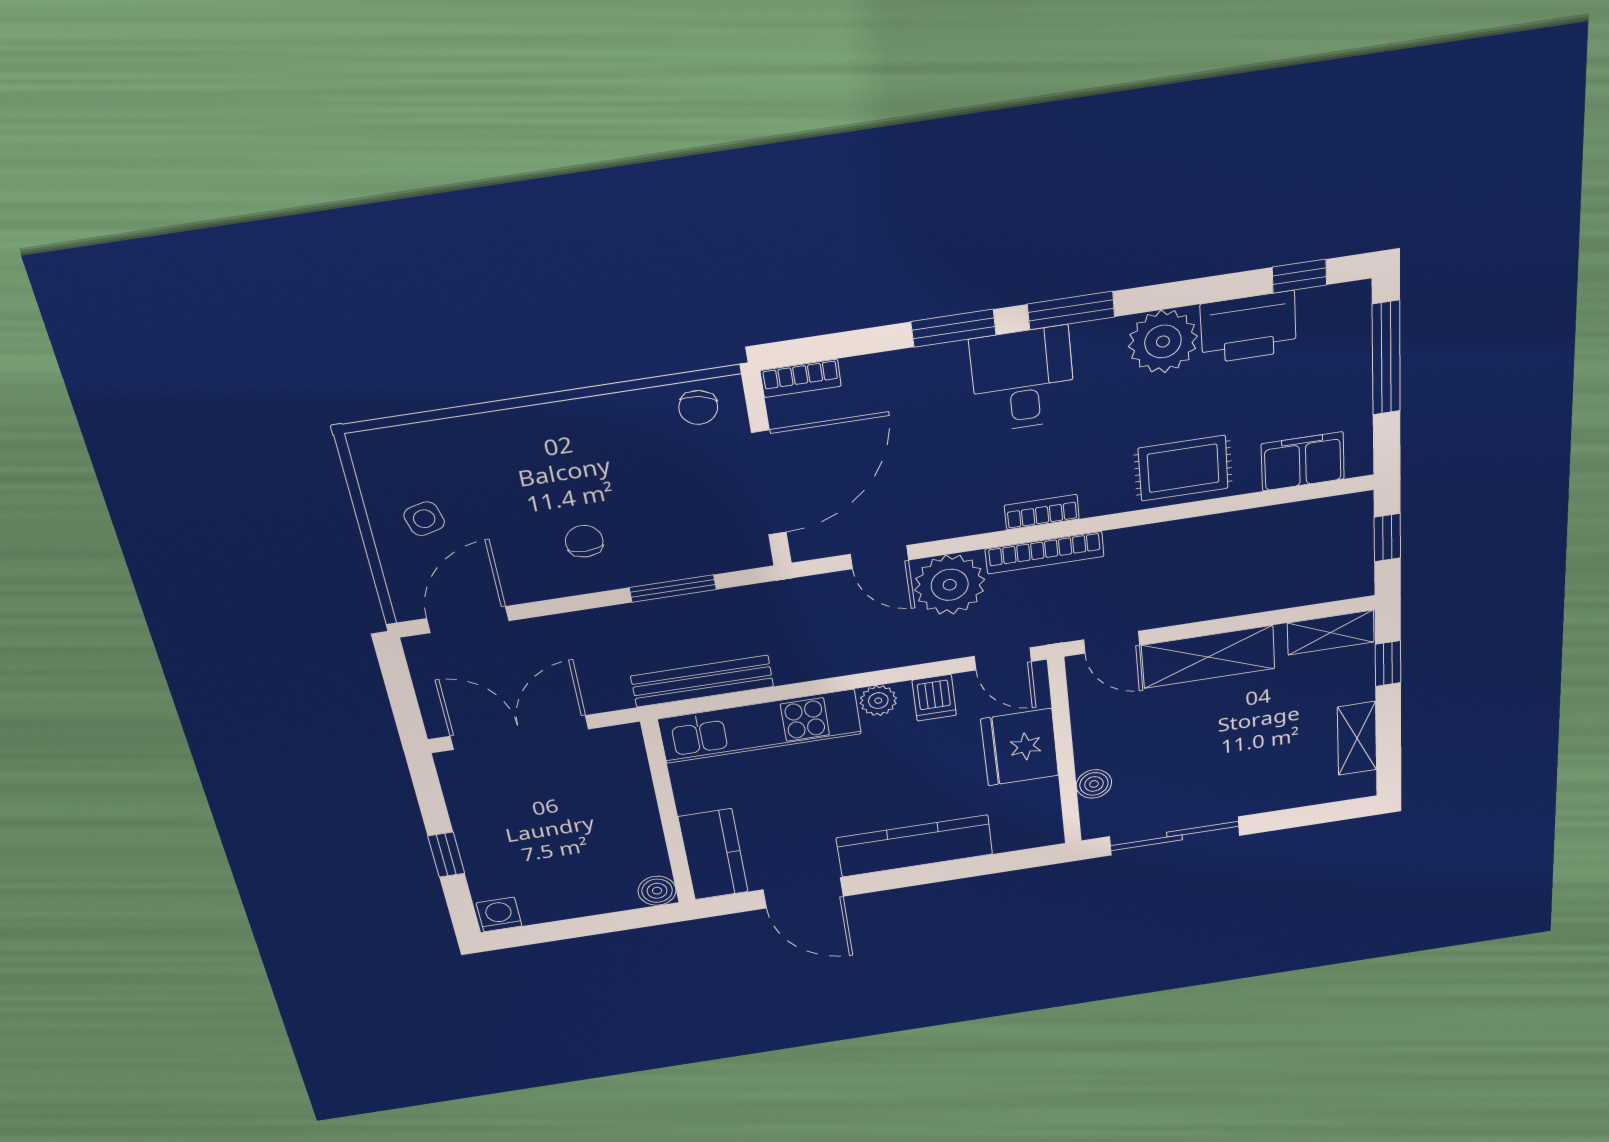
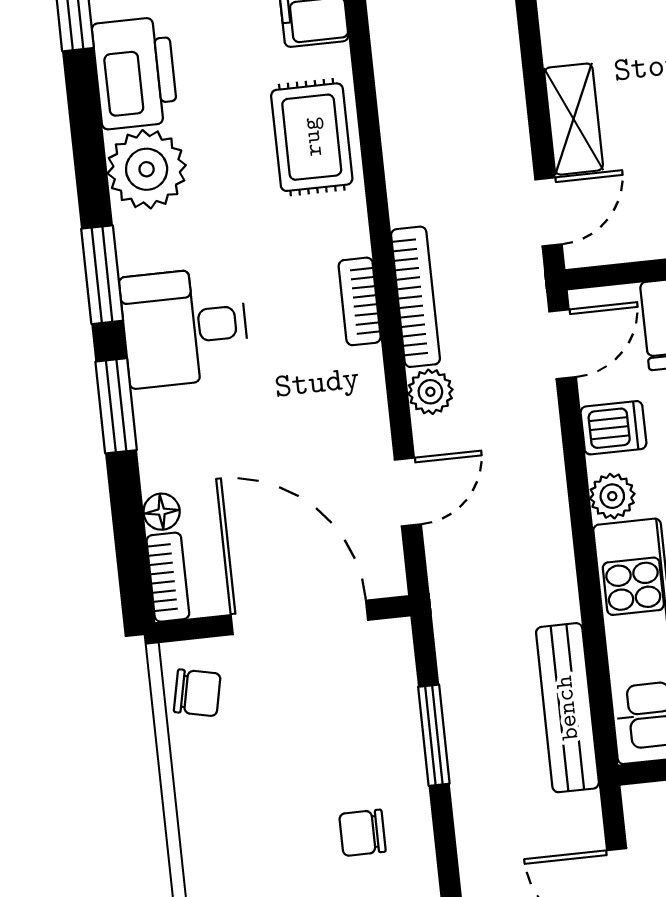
floor lamp: (859, 370) -> (162, 512), added
plant: (950, 585) -> (430, 392), width x0.53, depth x0.53
shelving: (1208, 657) -> (574, 119), width x0.67, depth x0.75

